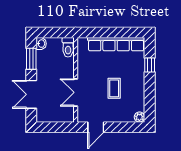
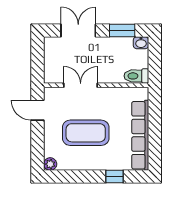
coffee table: (114, 88) -> (86, 133), width x1.86, depth x1.72

